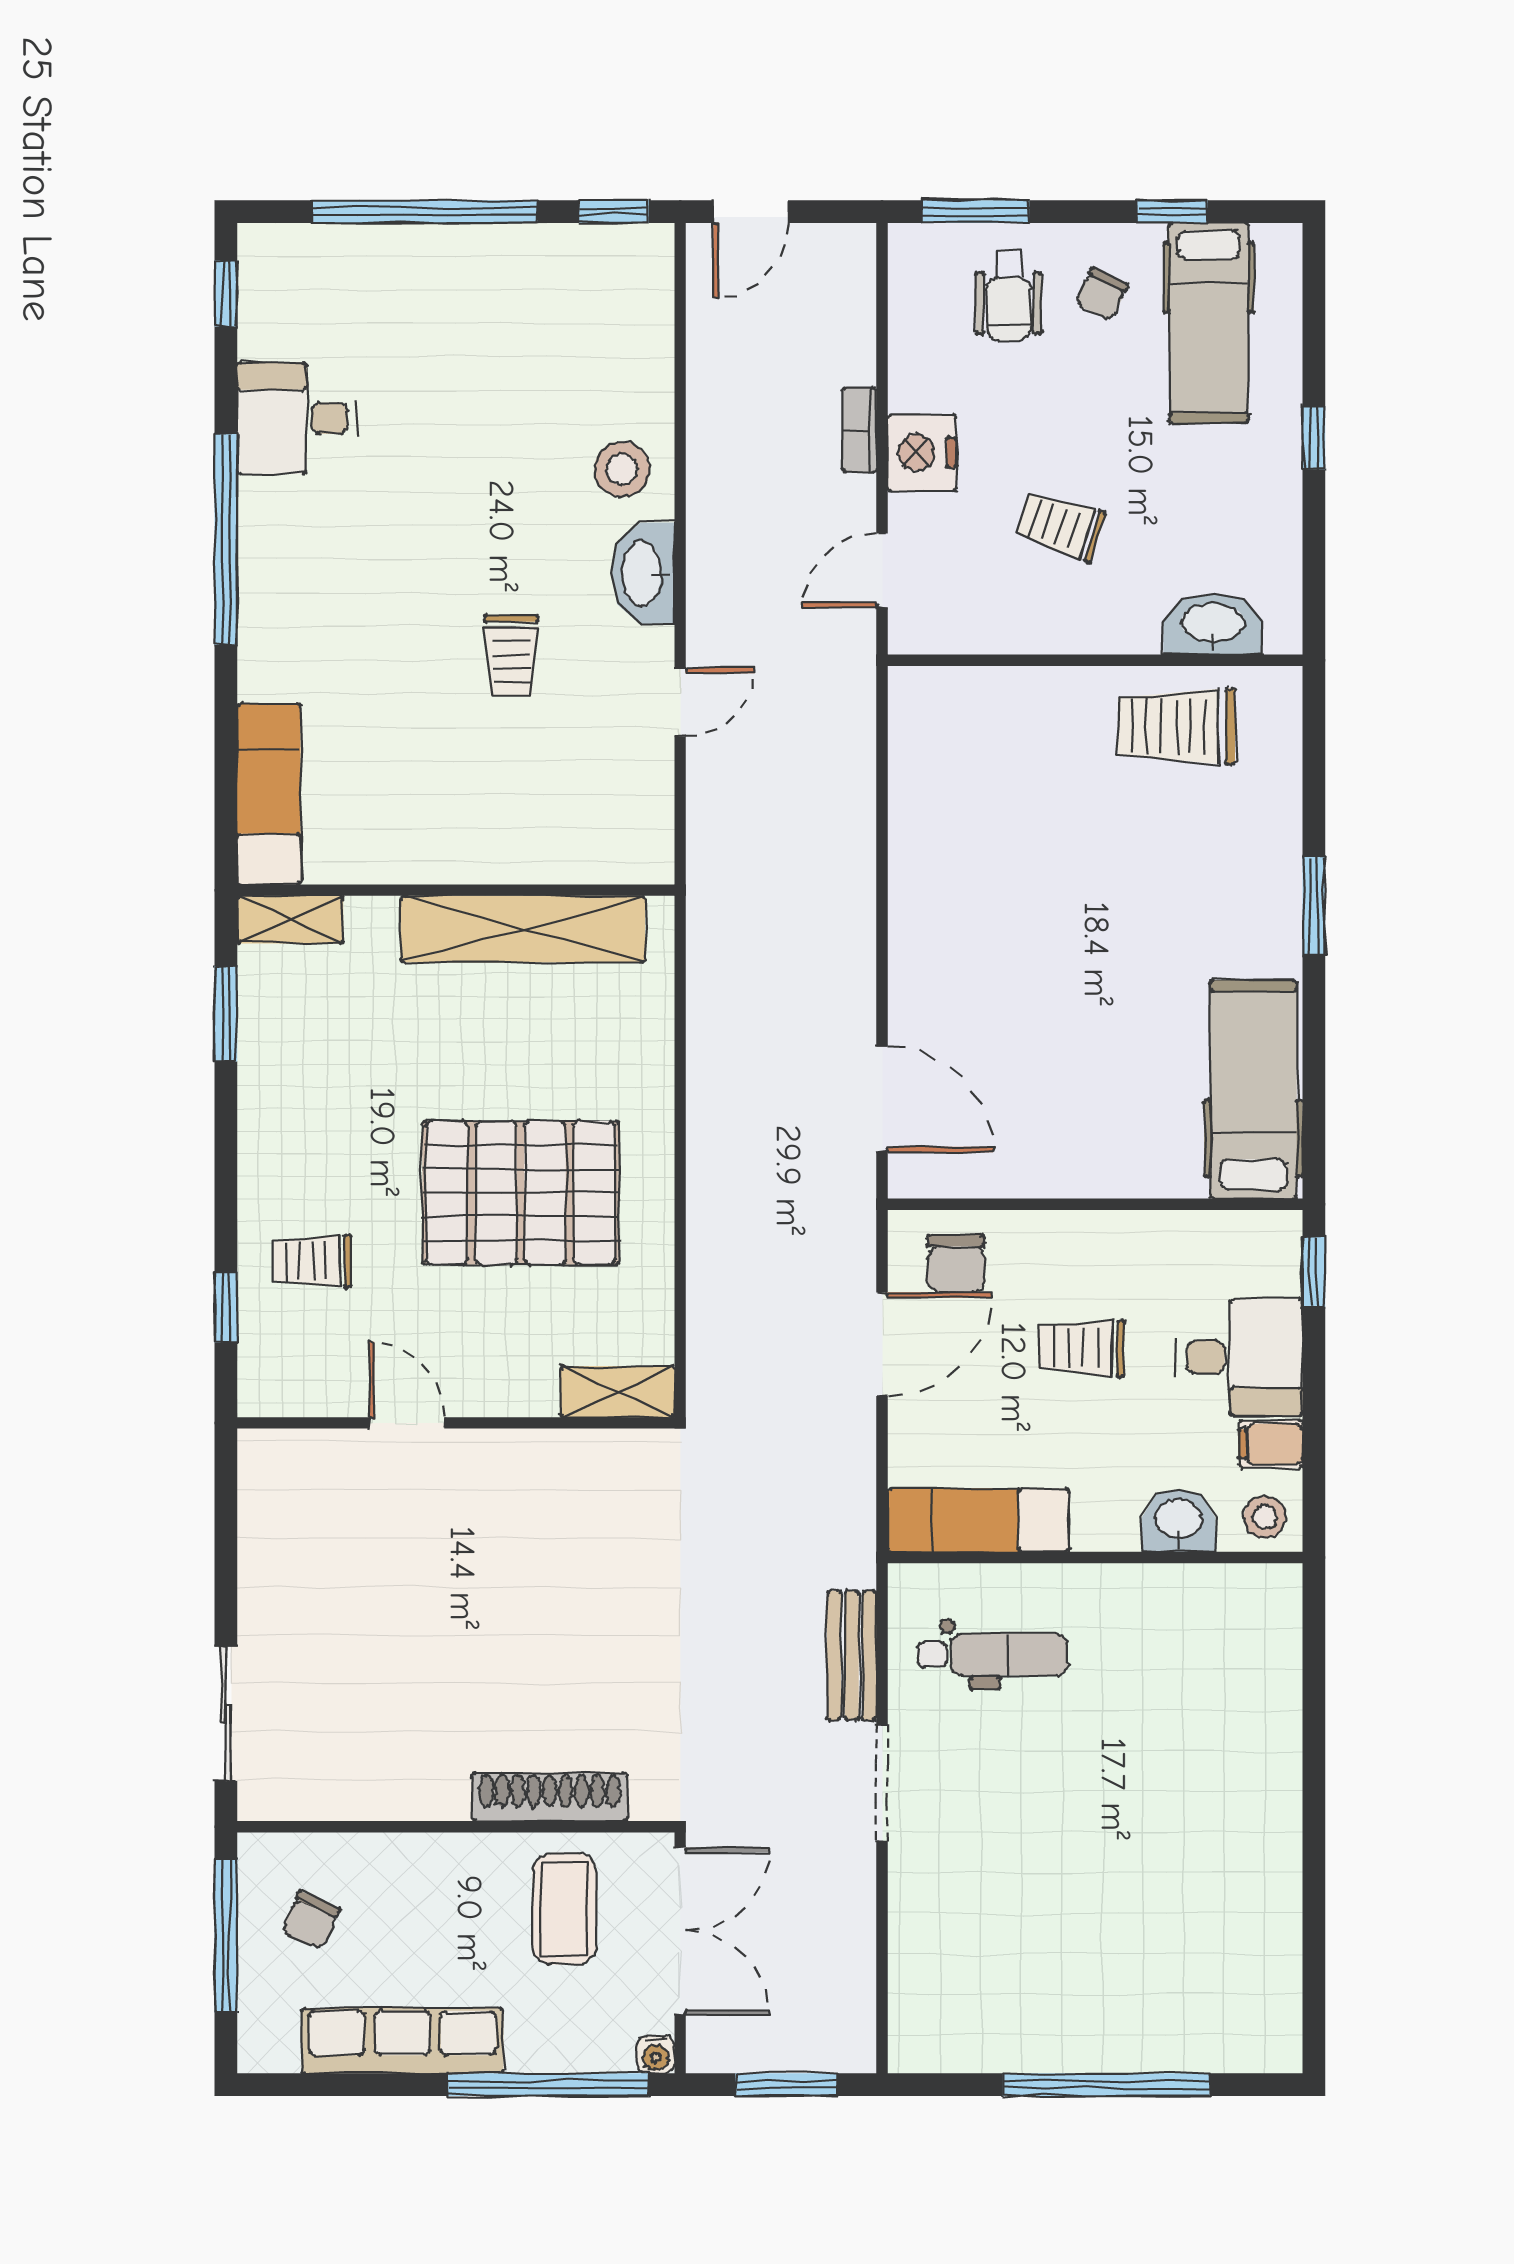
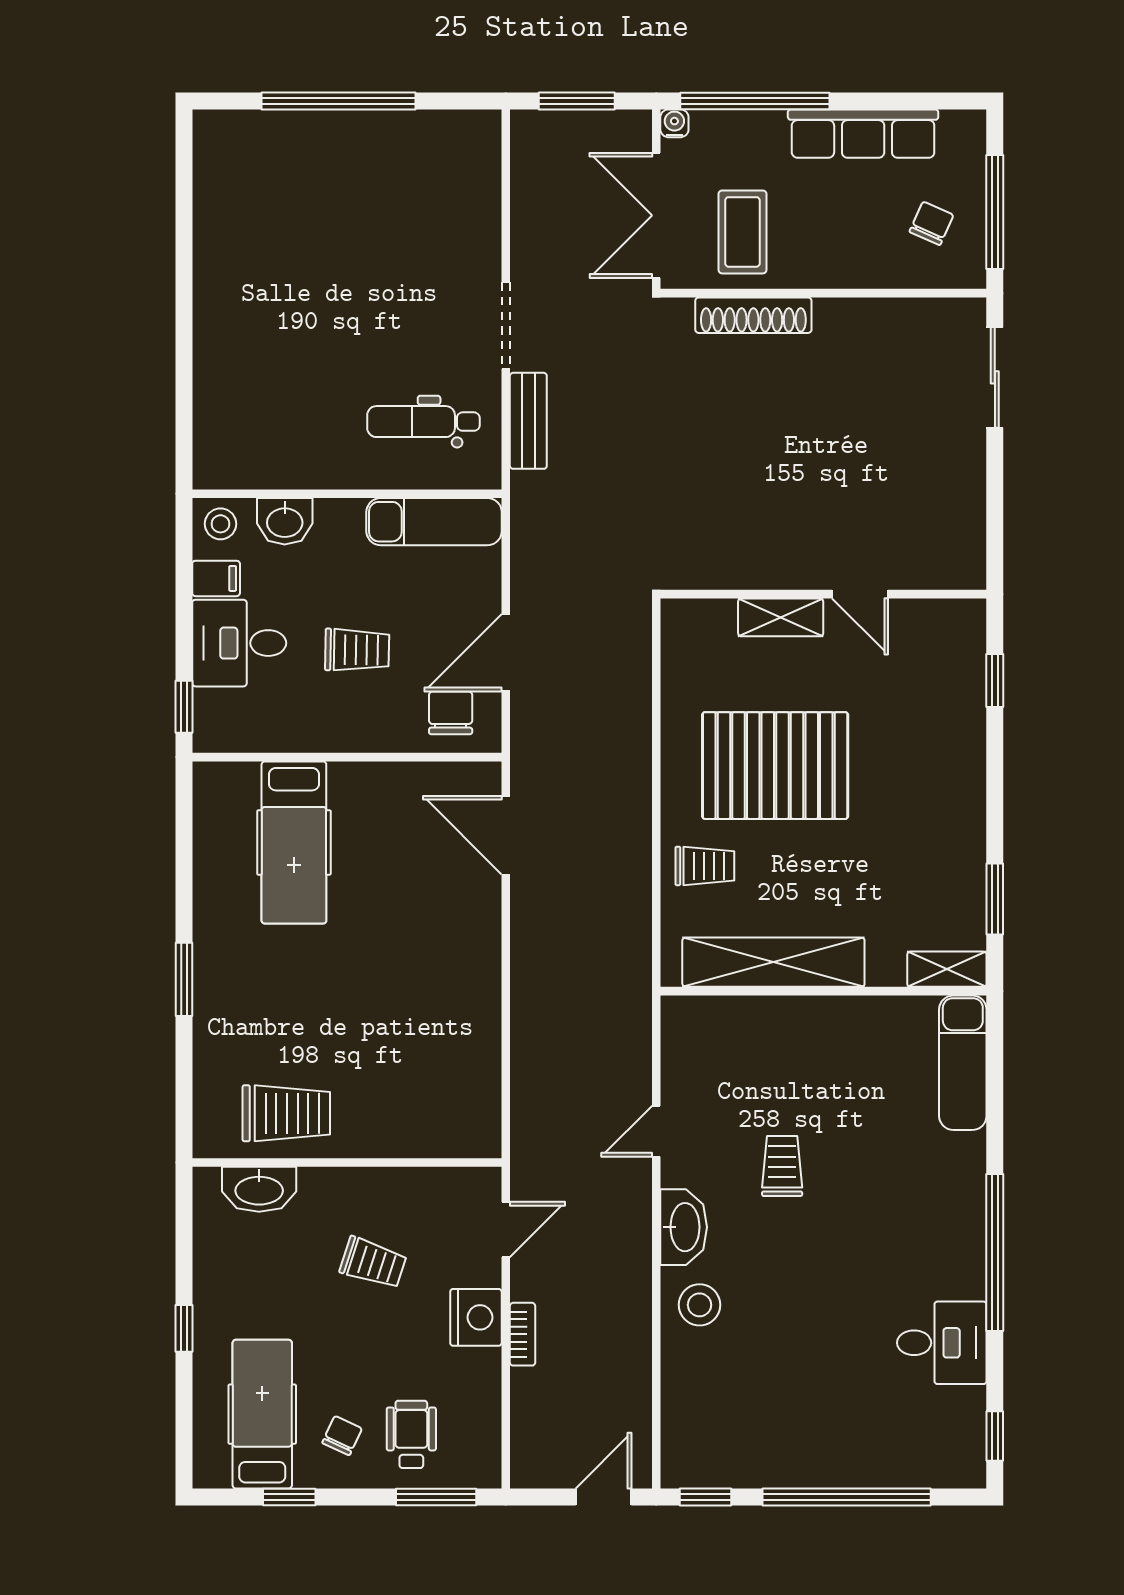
hospital bed: (1253, 1090) -> (294, 842), moved
trolley: (312, 1261) -> (705, 866), moved
shelving: (618, 1392) -> (781, 617), moved

